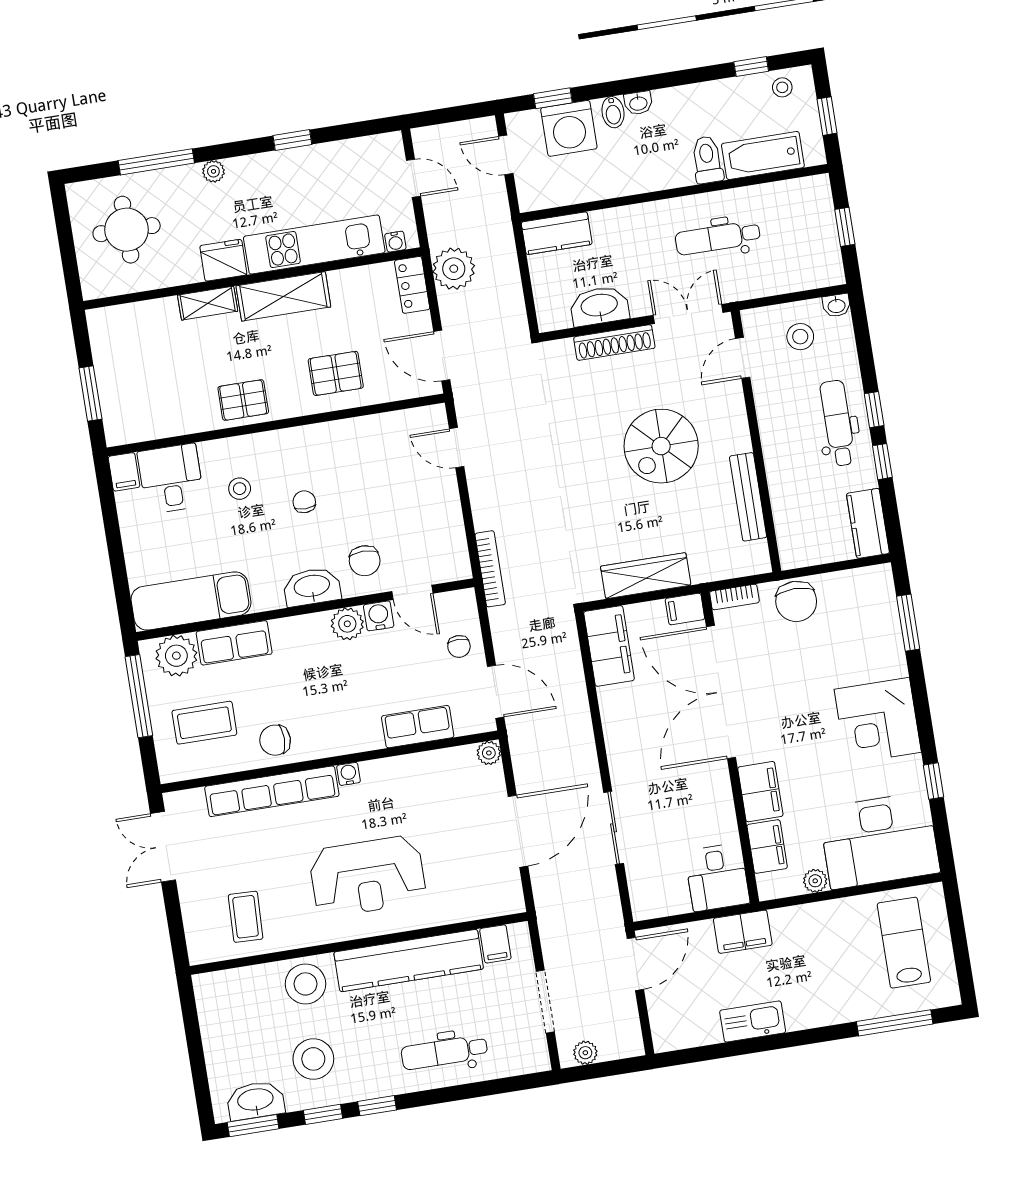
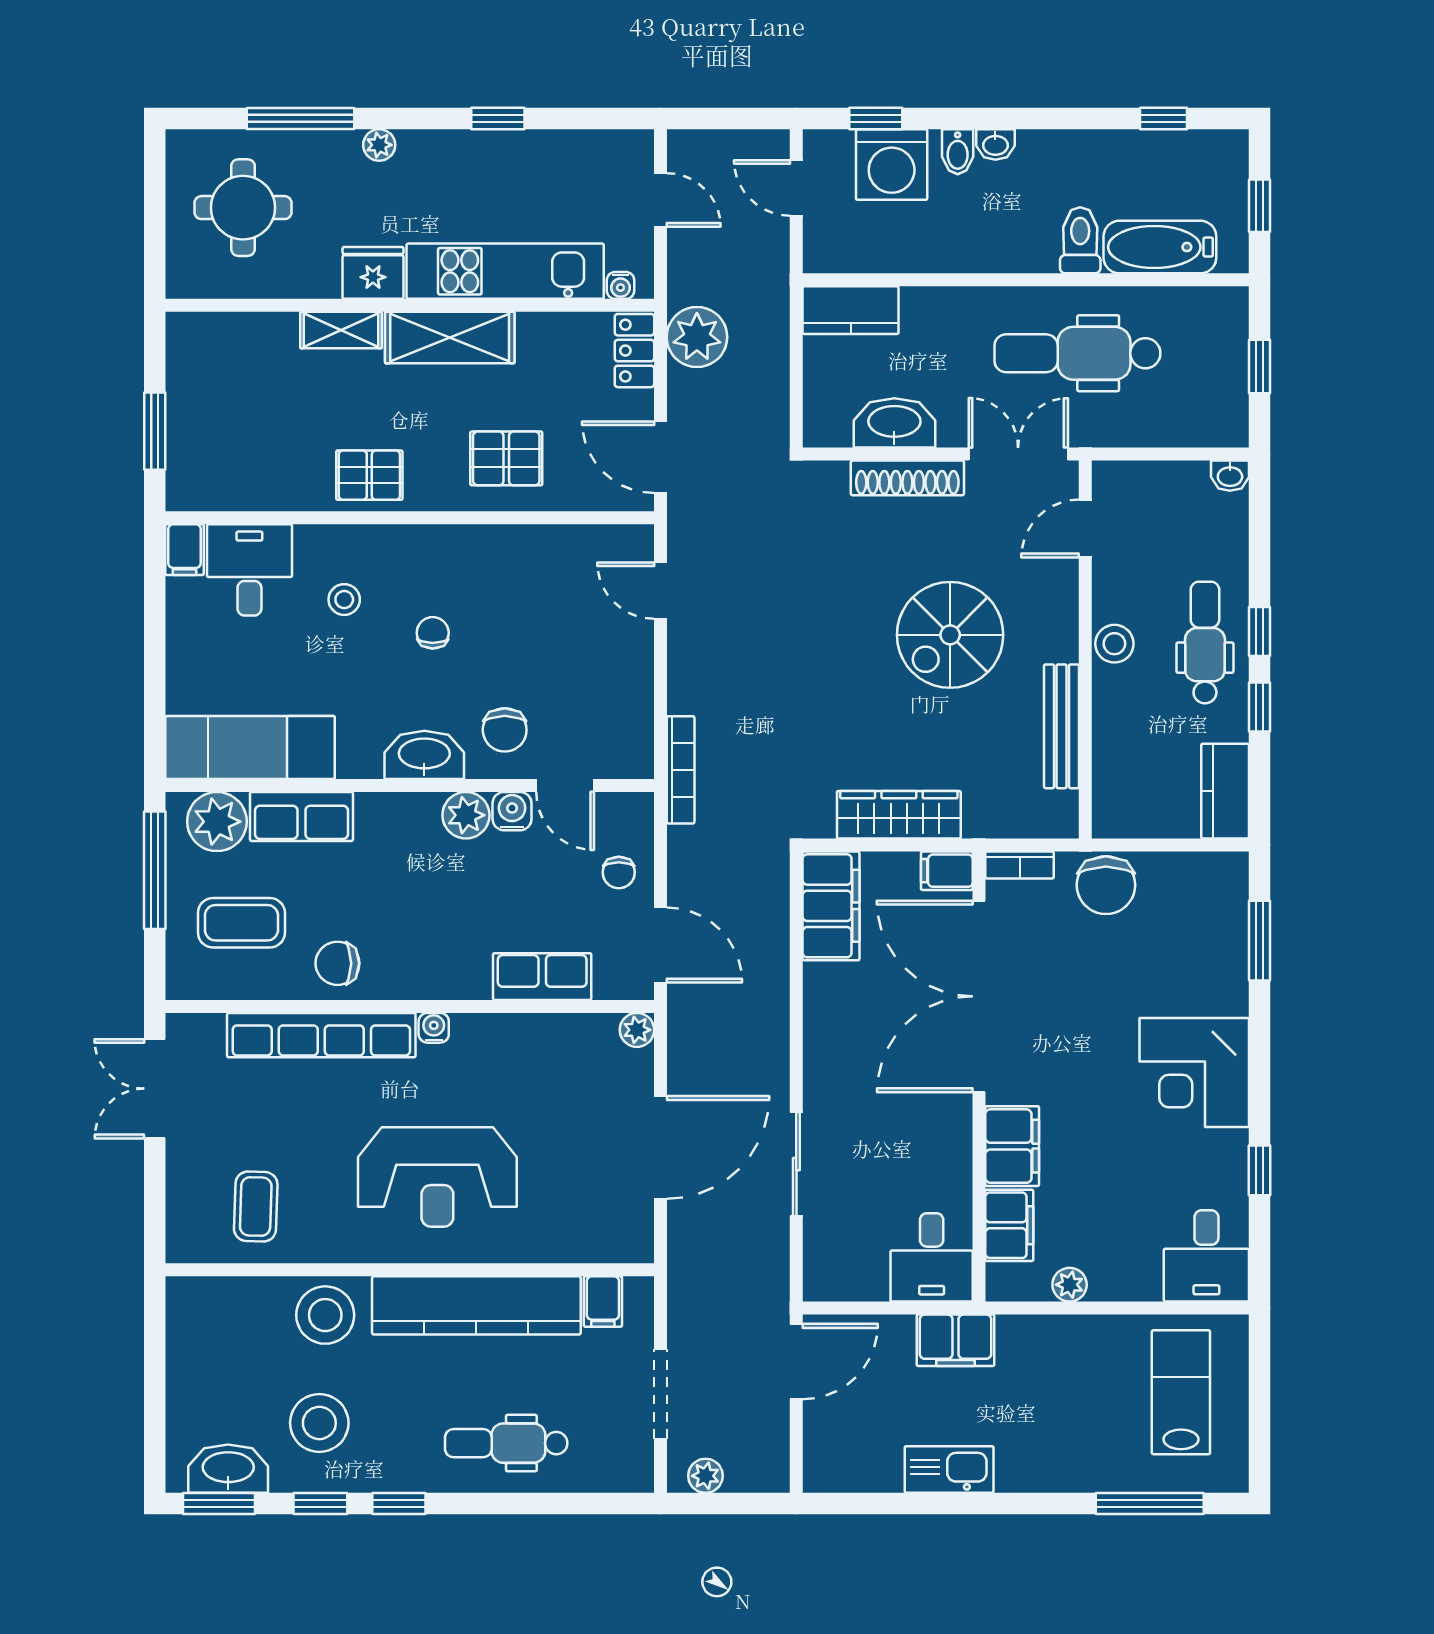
stool: (782, 87) -> (1203, 155), removed
dental chair: (718, 238) -> (1077, 353), width x1.36, depth x1.38
stool: (800, 337) -> (1114, 644), moved
desk: (879, 840) -> (1206, 1256), width x0.53, depth x0.77

